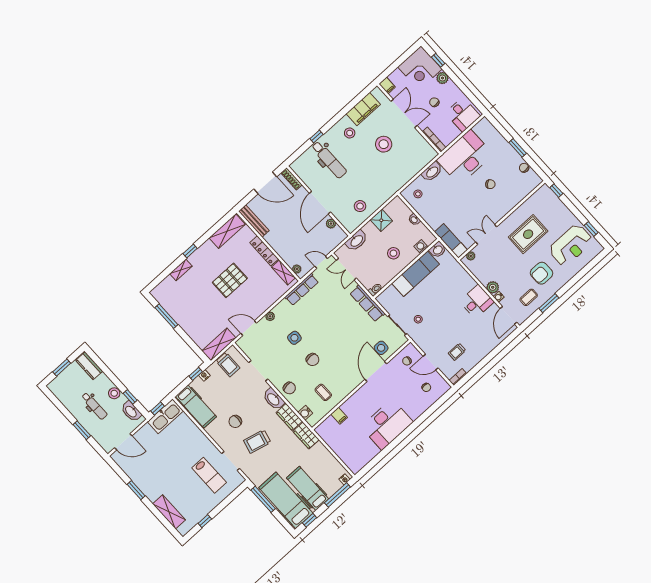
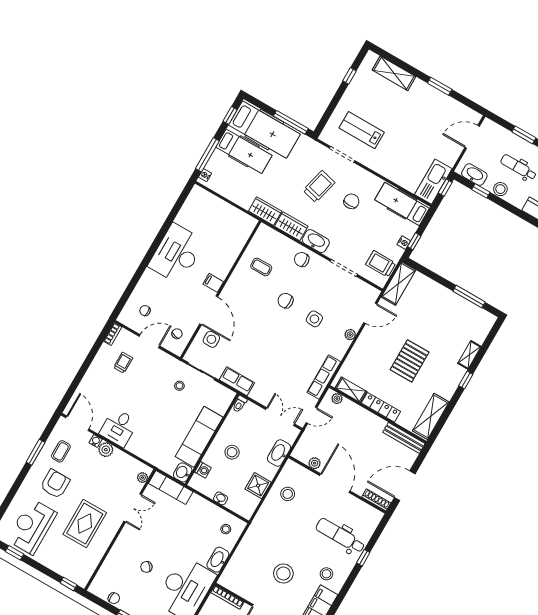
row of seats: (367, 303) -> (237, 381), width x0.68
water cooler: (305, 413) -> (274, 237), removed
filing cabinet: (339, 416) -> (213, 283), moved

